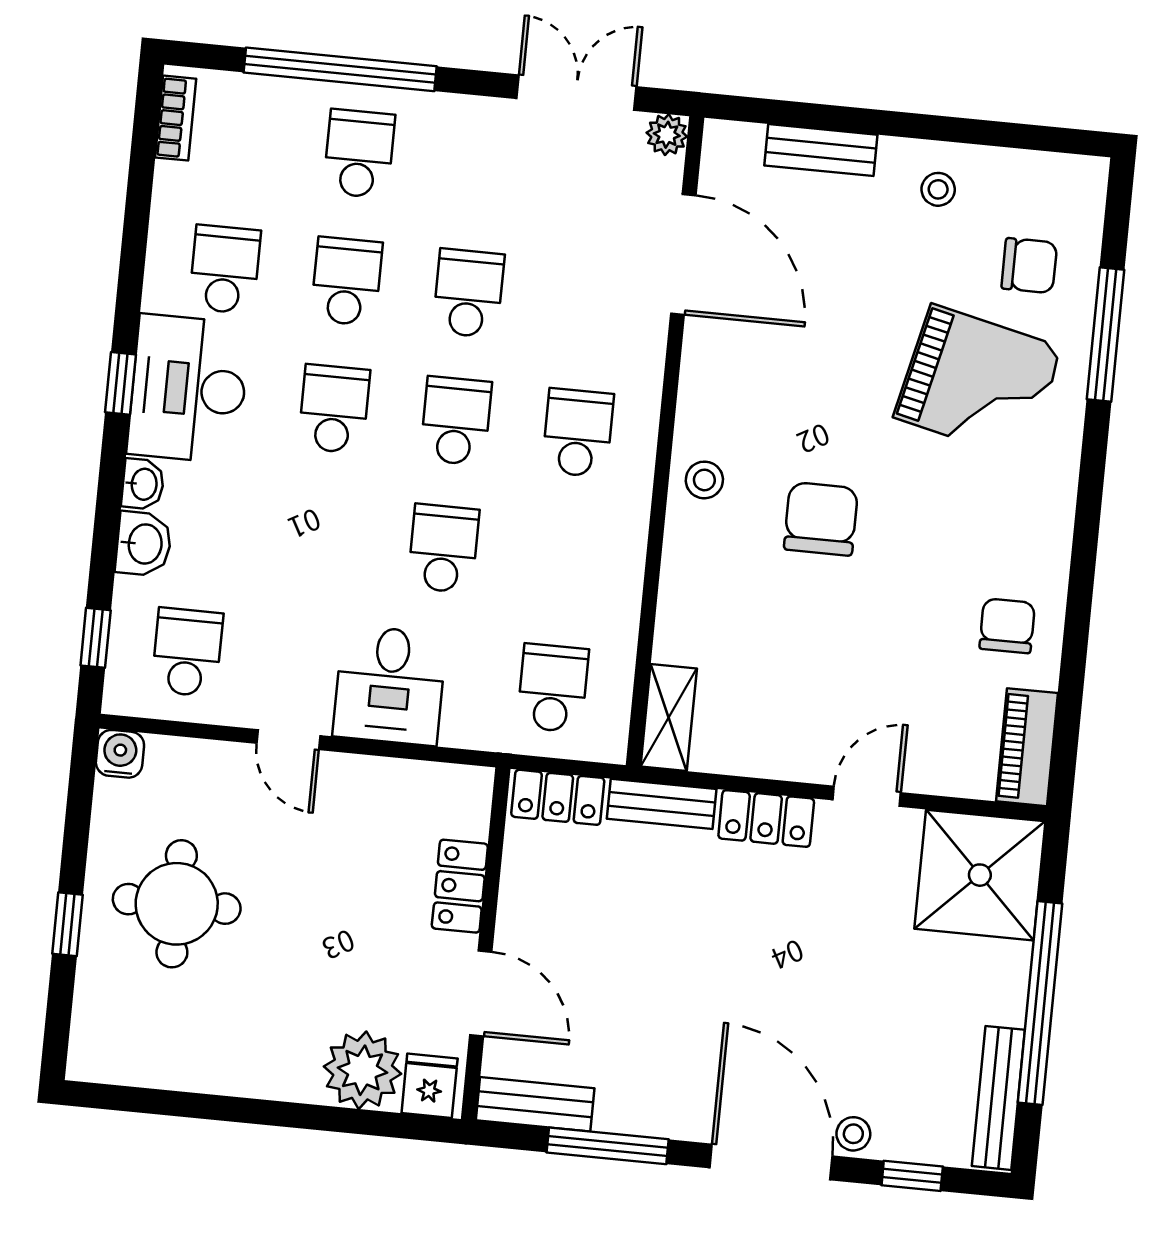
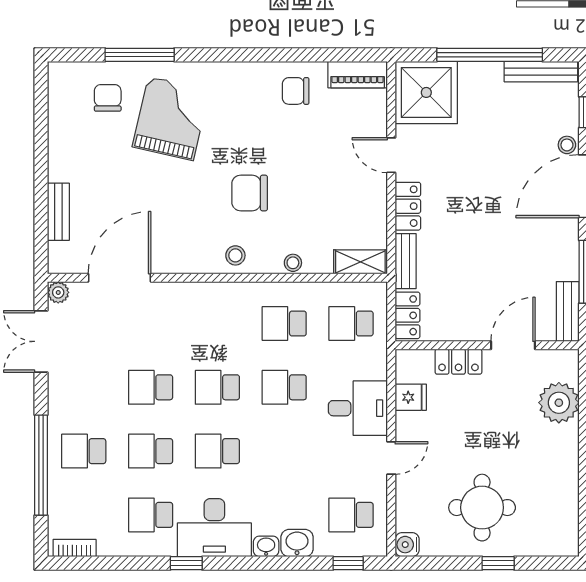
stool: (938, 189) -> (293, 263), moved
window: (121, 383) -> (186, 563), moved
school desk: (578, 433) -> (284, 323), moved
fridge: (430, 1086) -> (411, 397), moved, turned 180

